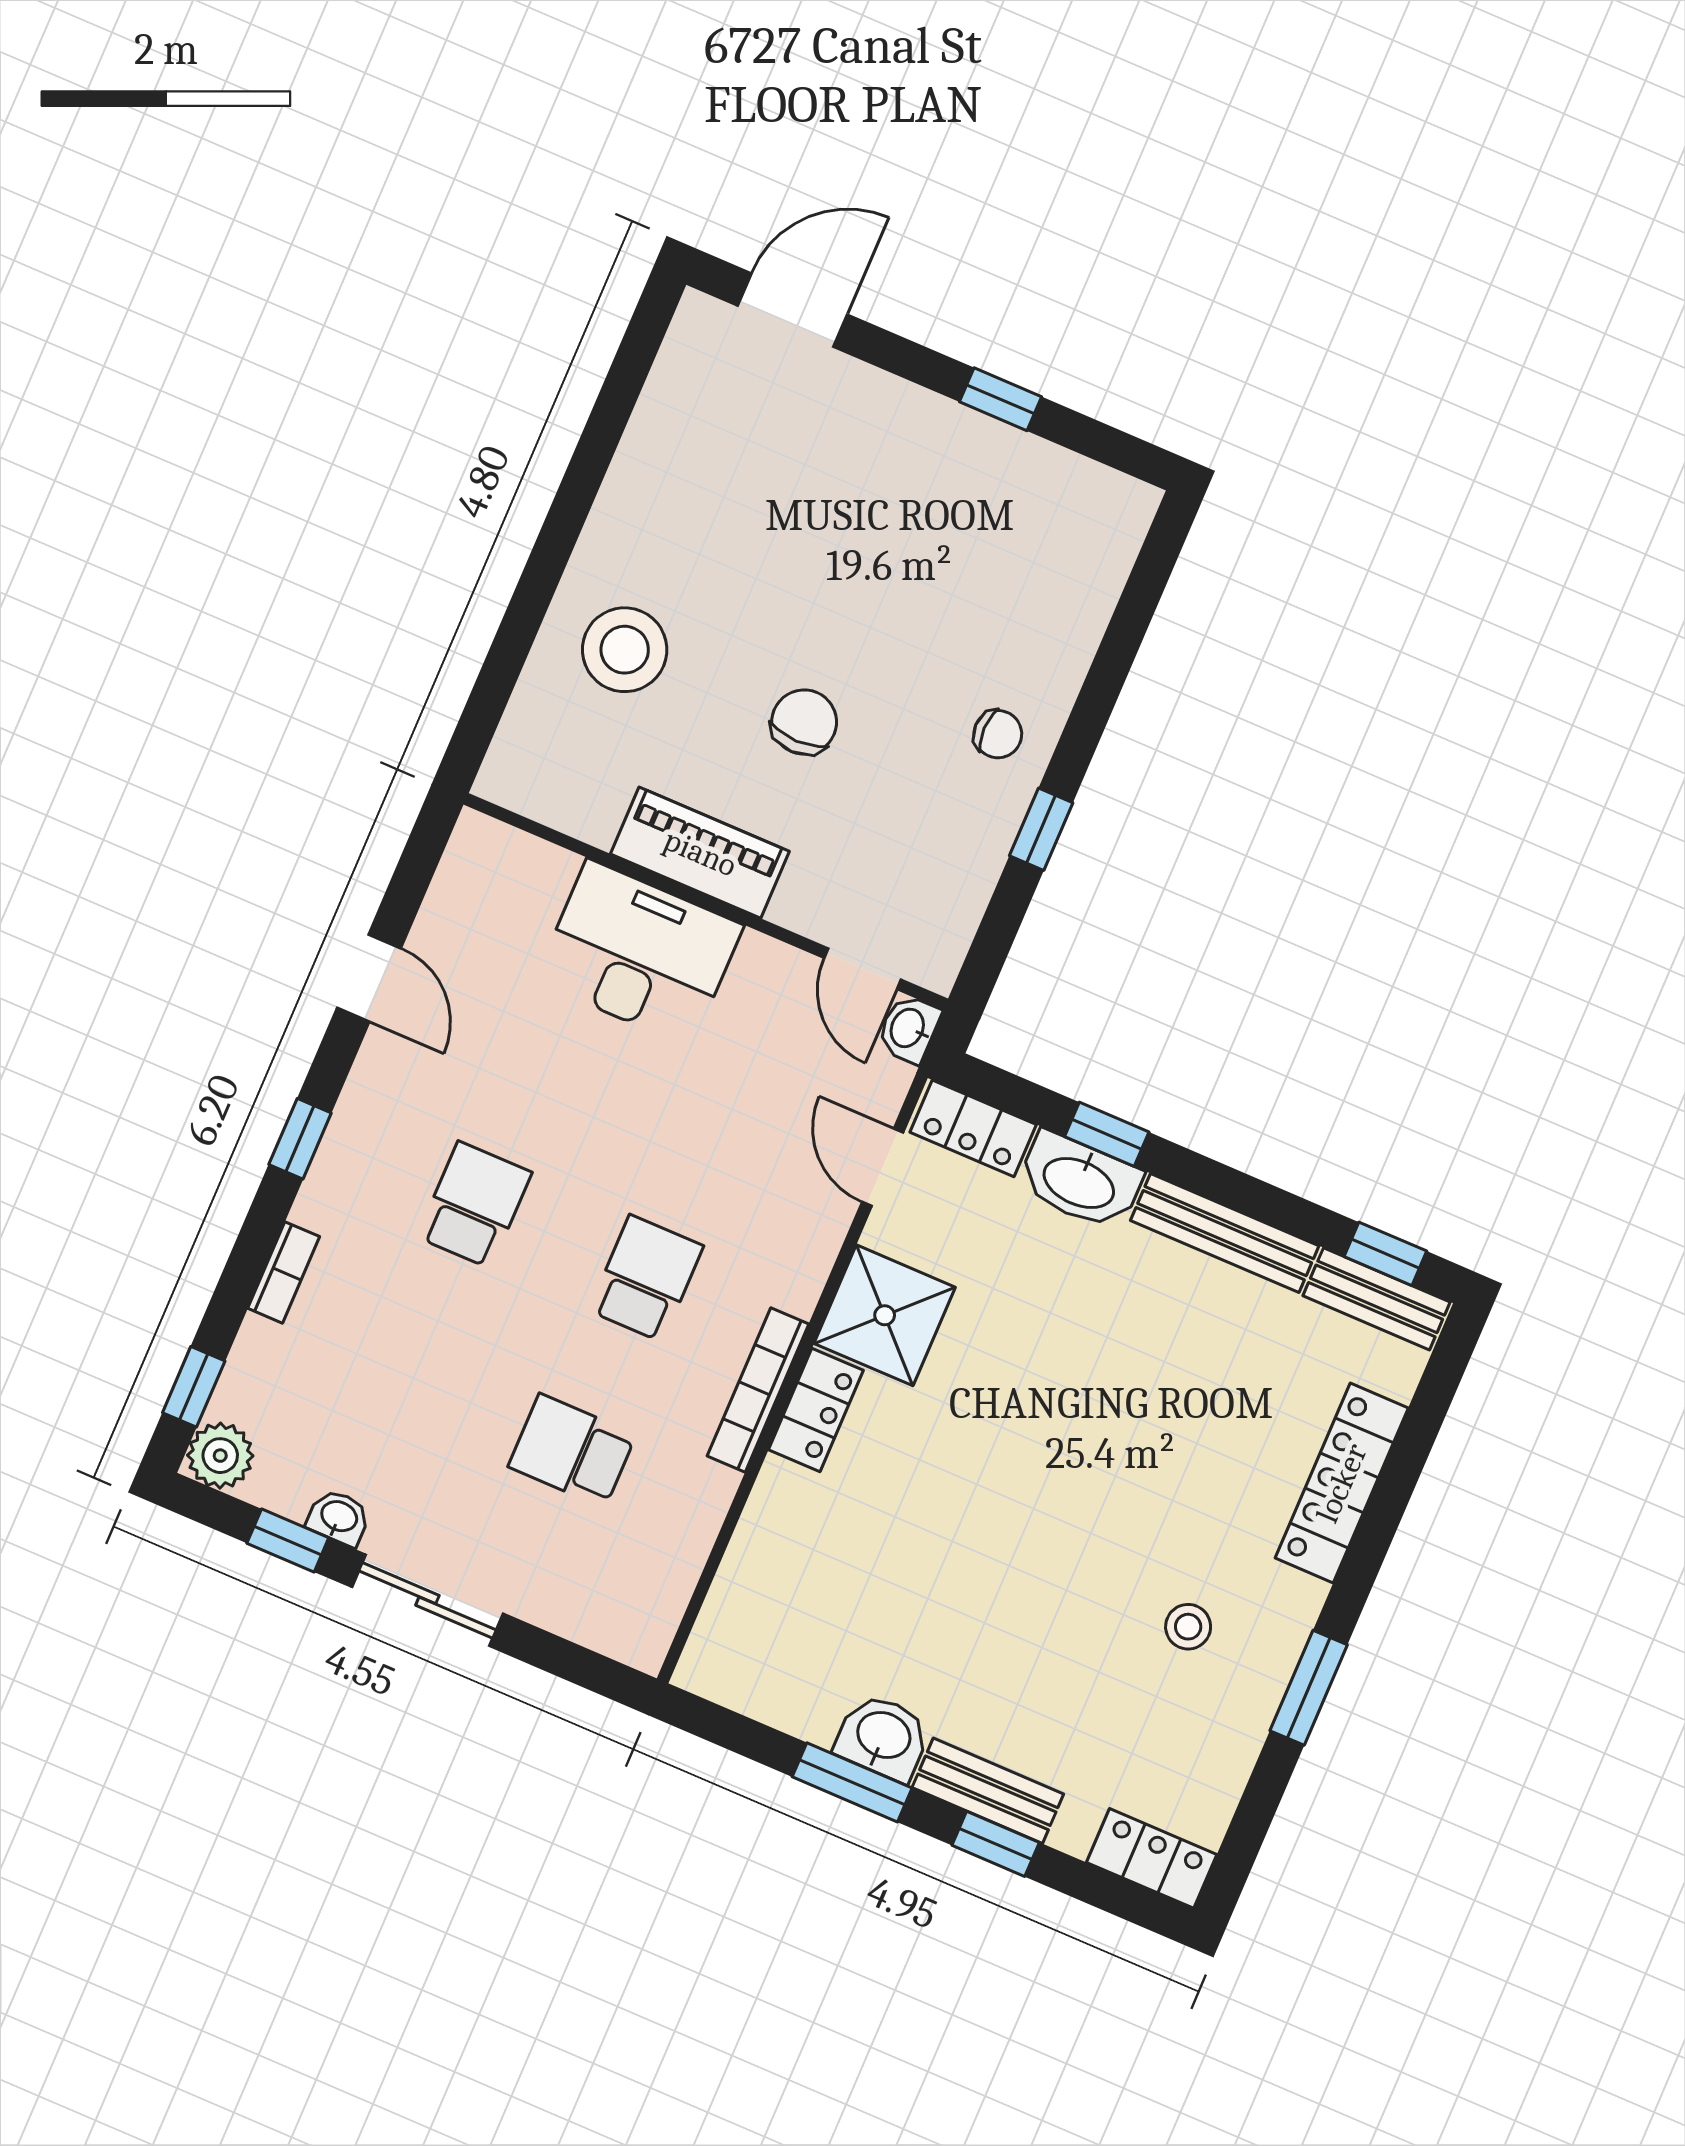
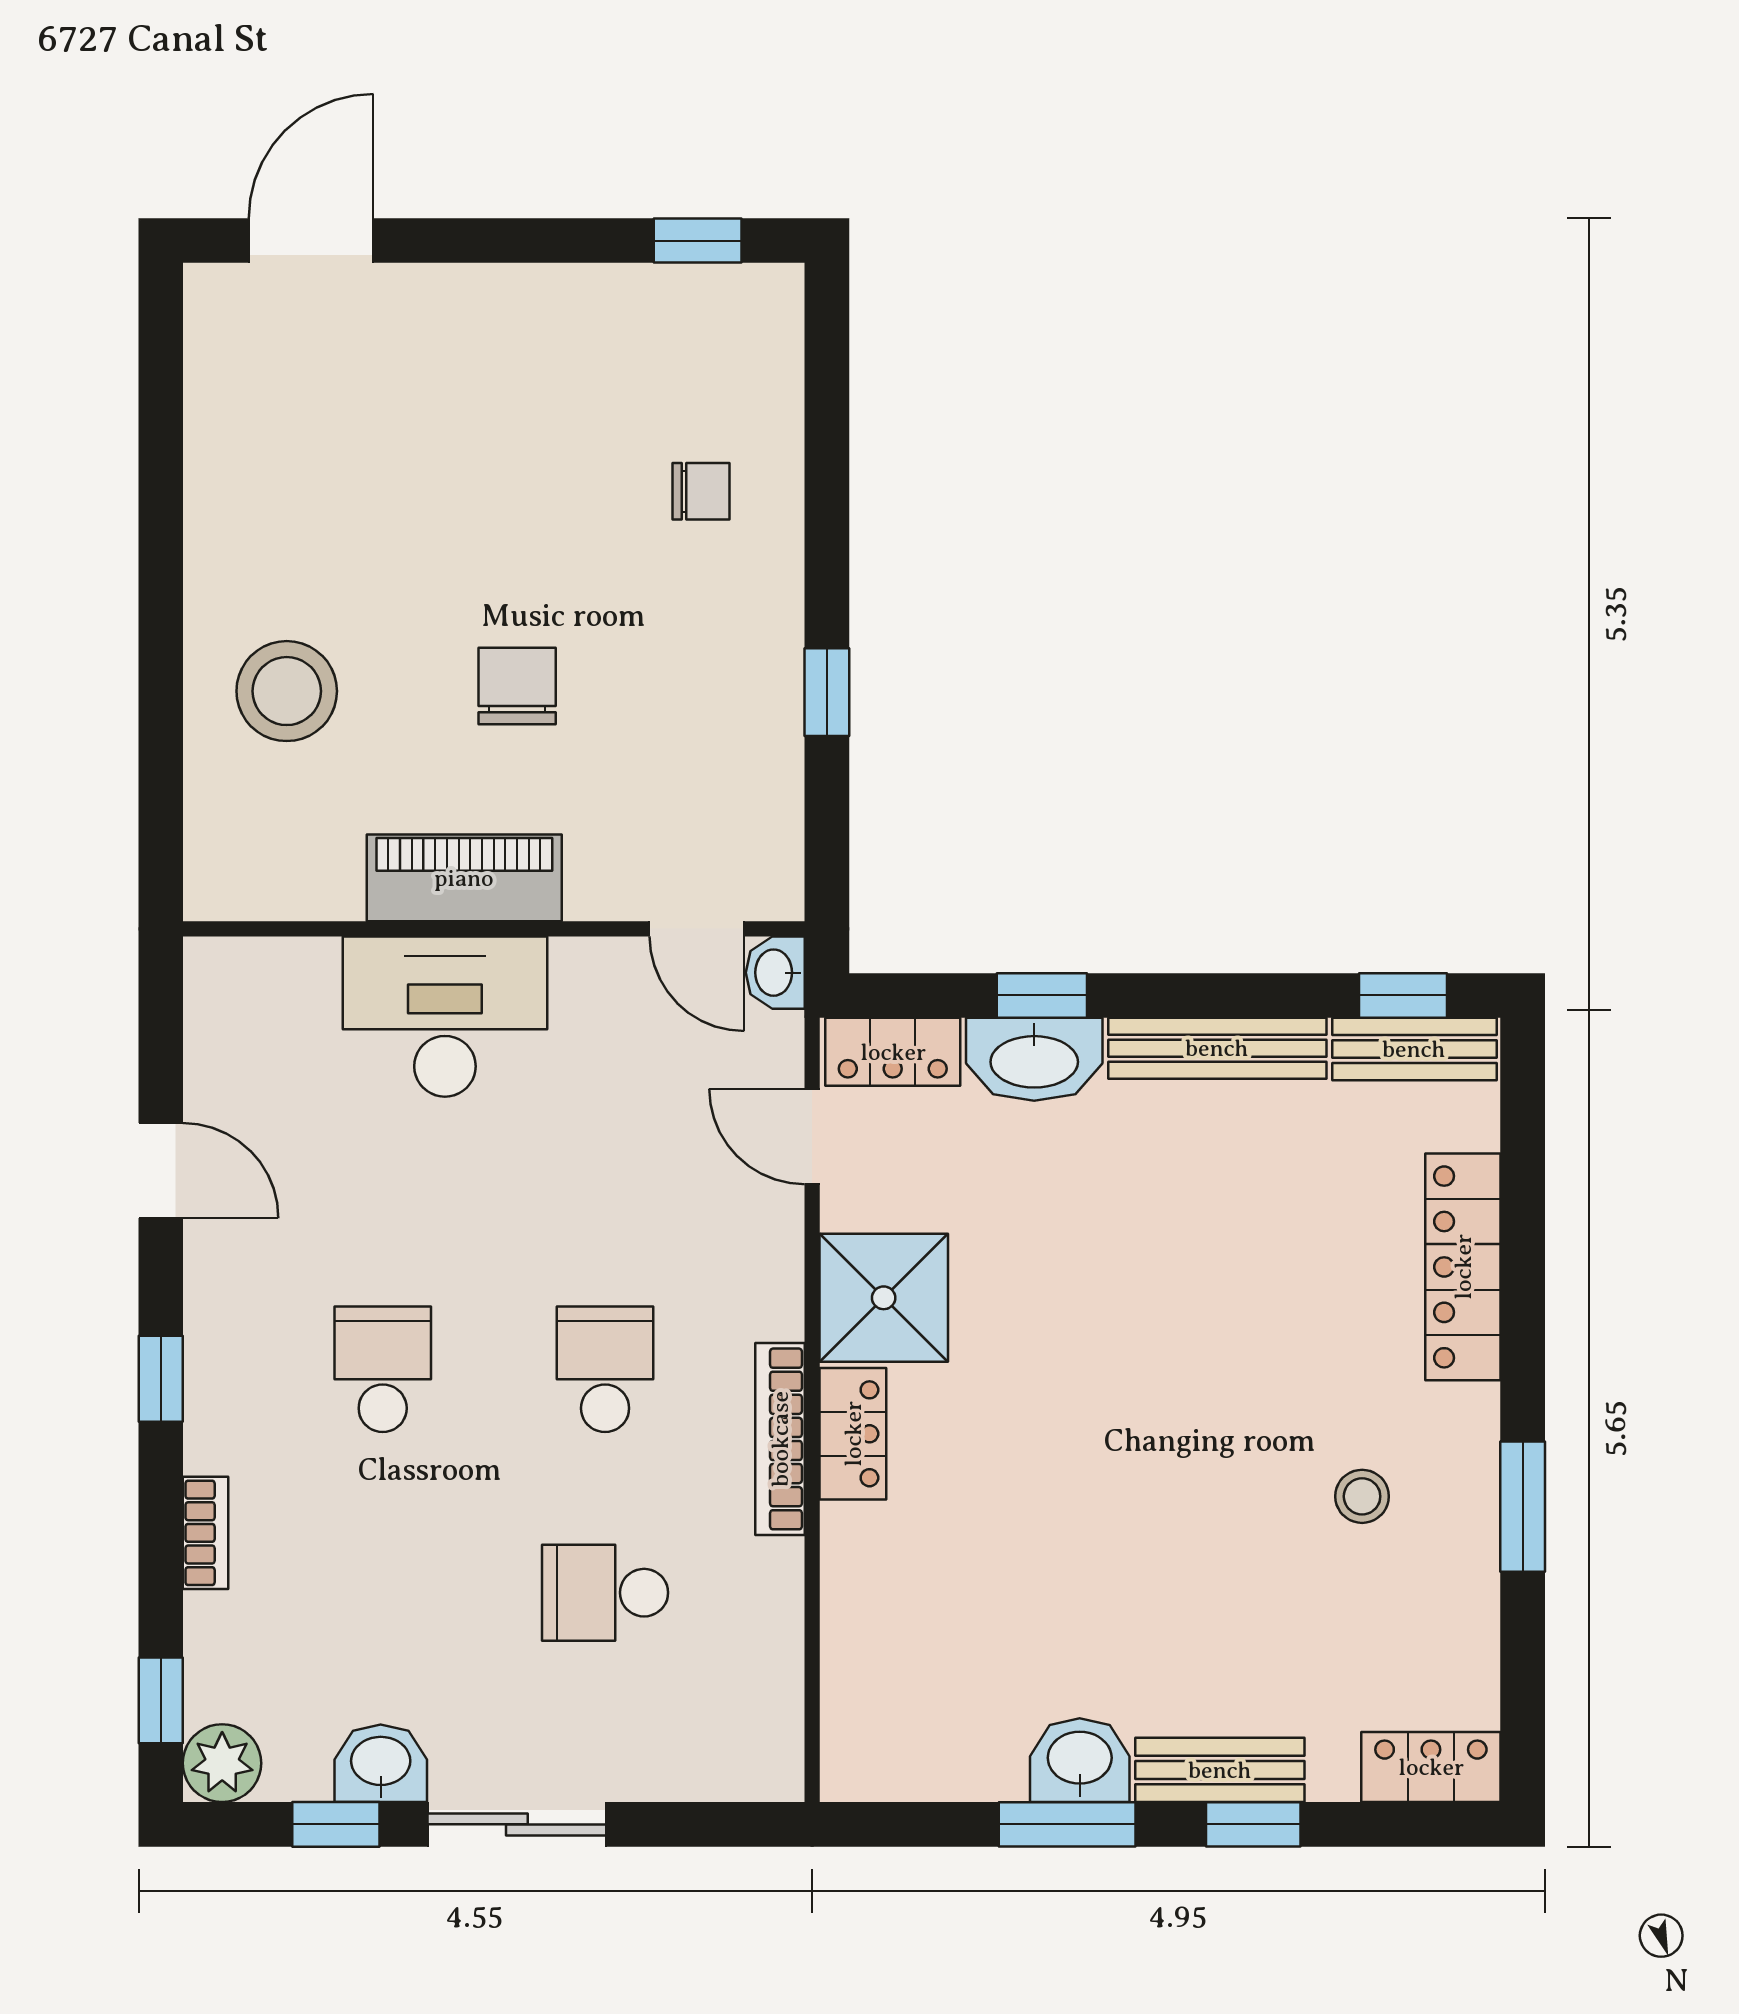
window: (1001, 399) -> (698, 241), moved
chair: (998, 734) -> (701, 491), moved
washbasin: (339, 1517) -> (381, 1763), width x1.38, depth x1.45

